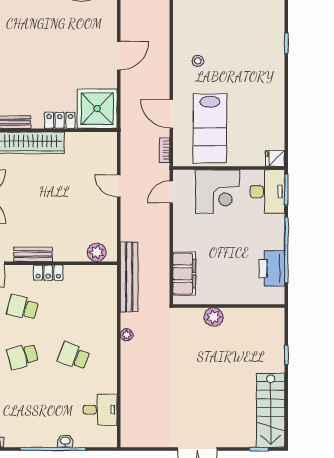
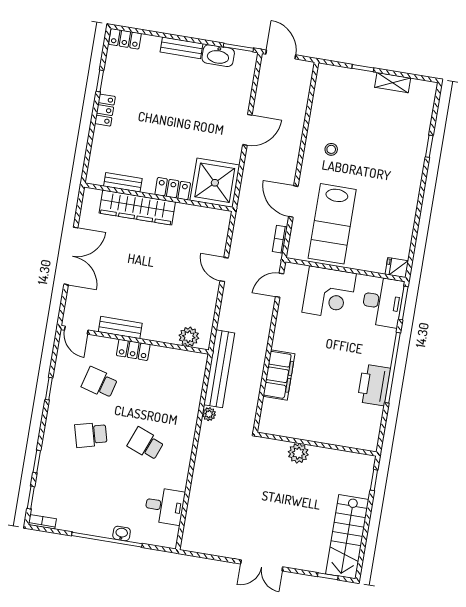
wall: (229, 306) -> (317, 444), moved
plant: (214, 317) -> (298, 453), moved
plant: (127, 335) -> (209, 414), moved

